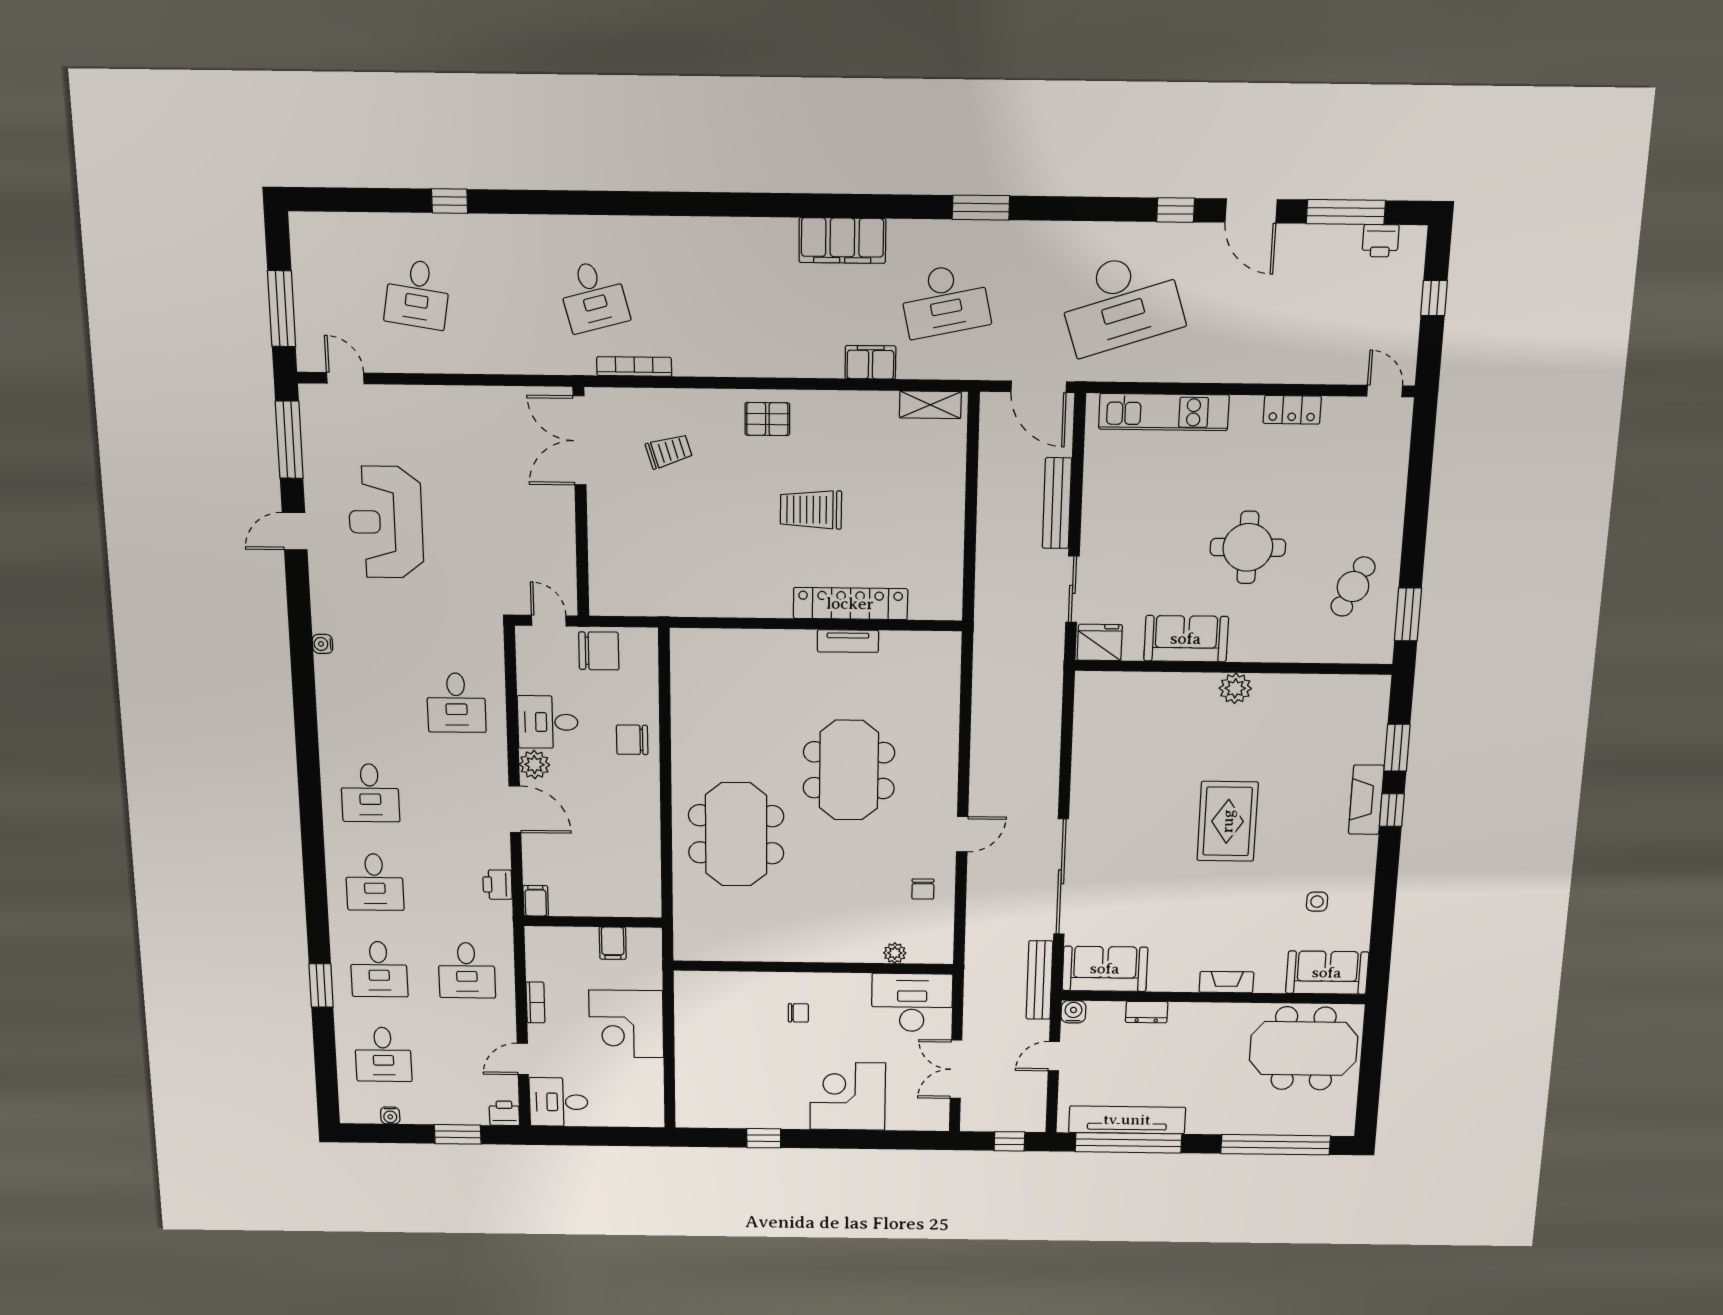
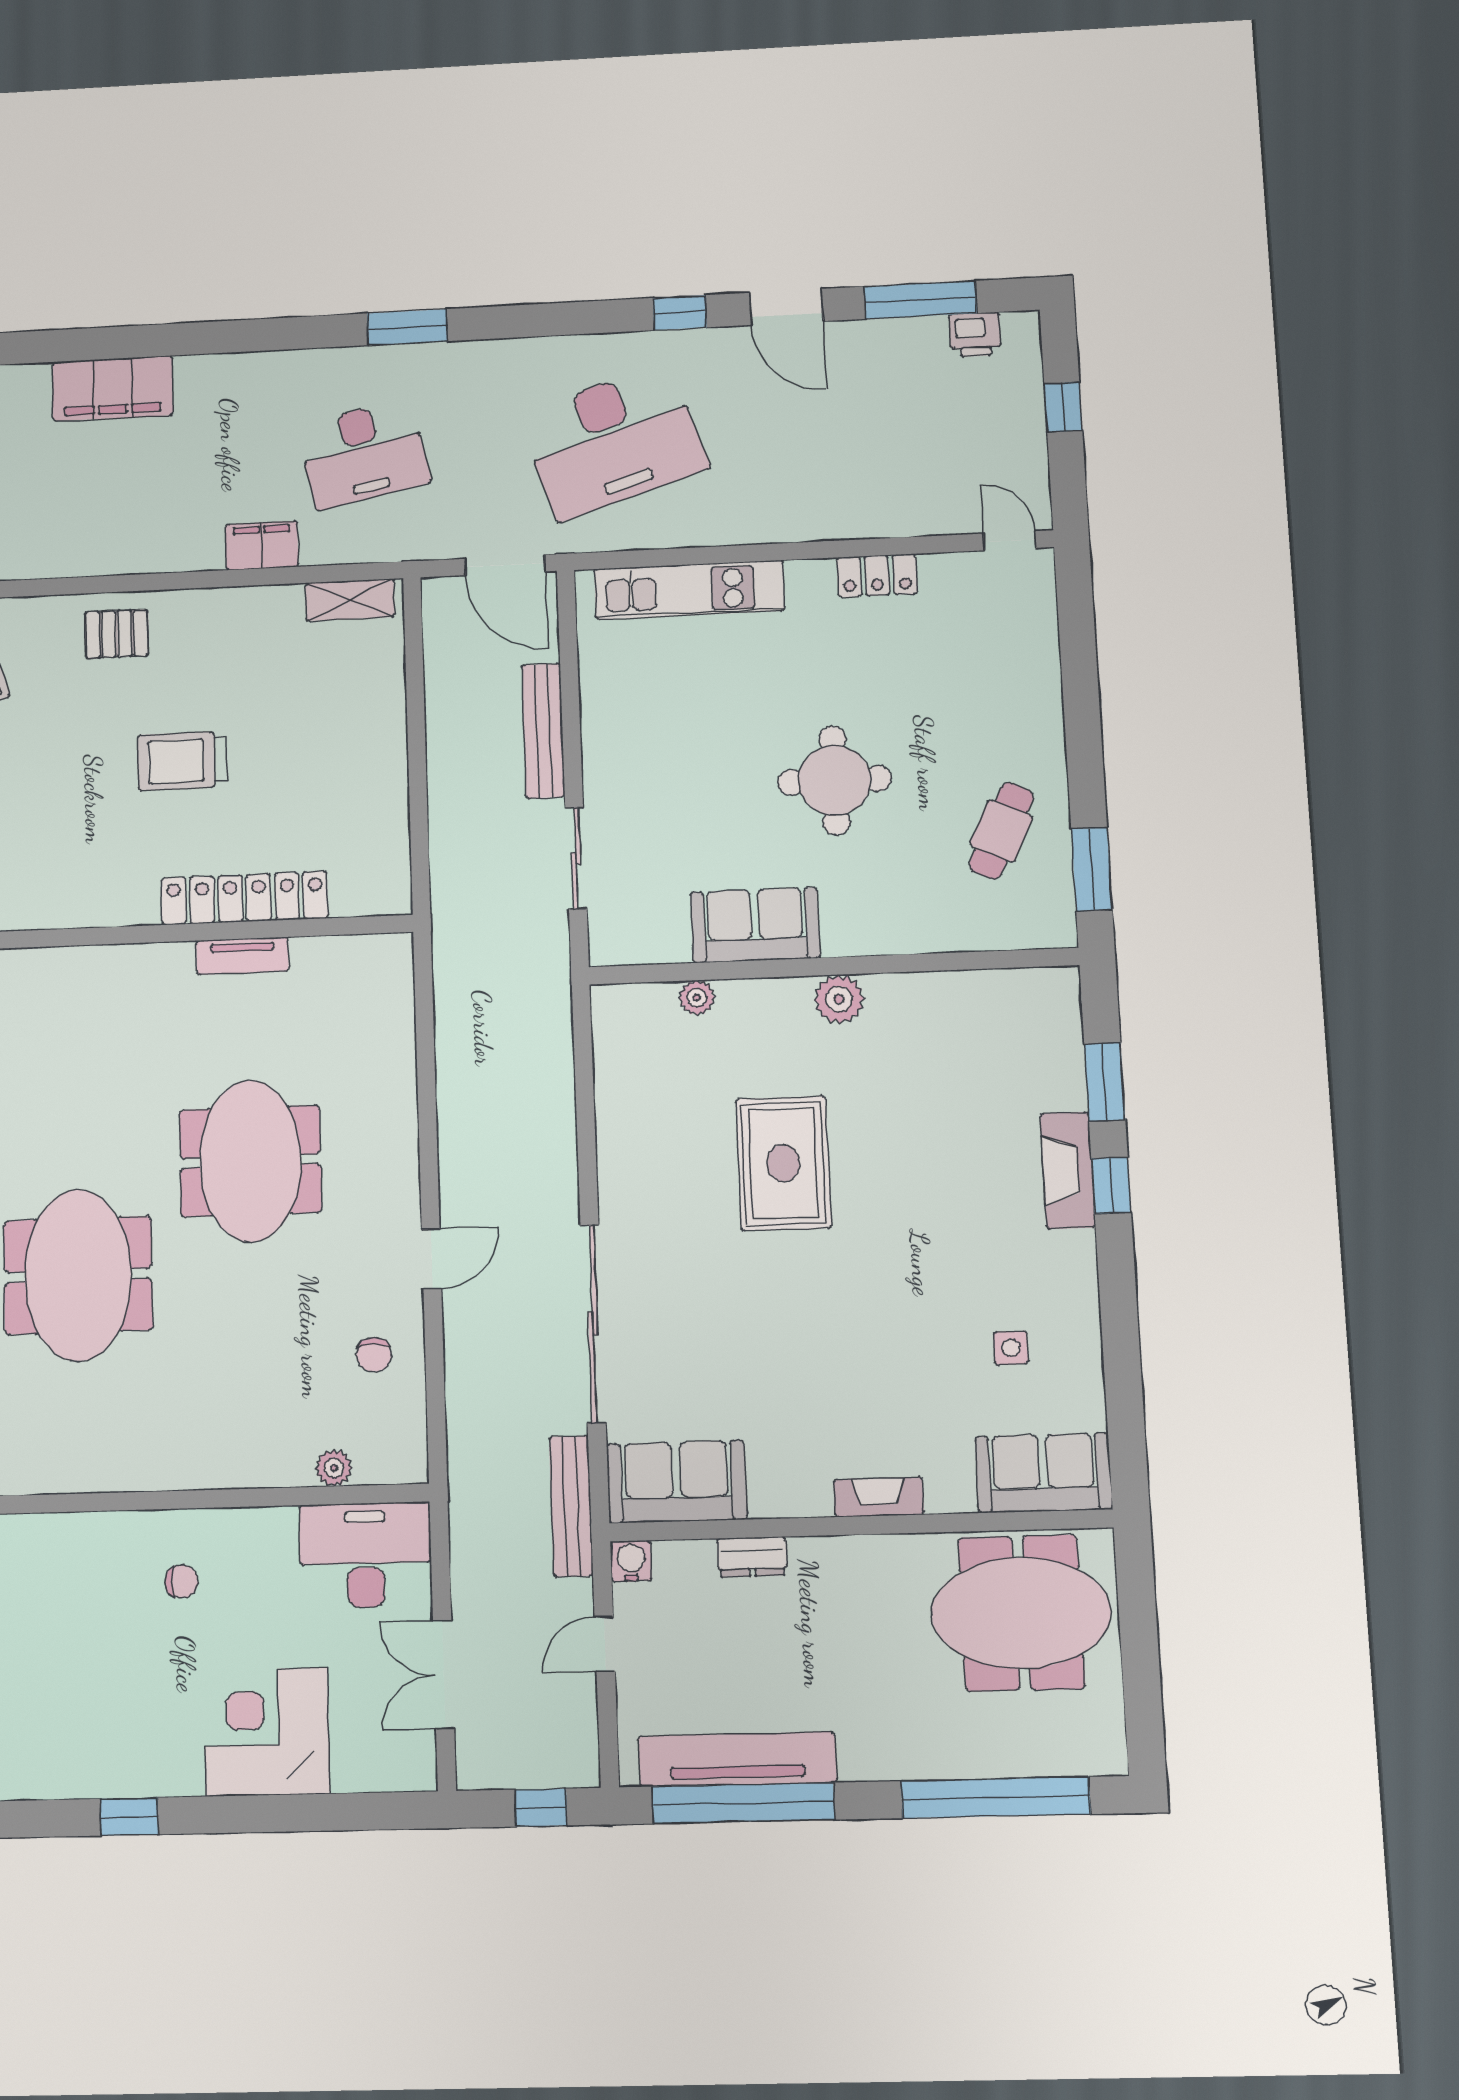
filing cabinet: (842, 241) -> (113, 388), moved
fridge: (1100, 642) -> (624, 938), removed
plant: (1144, 683) -> (697, 998), added
rug: (1228, 821) -> (783, 1163), moved

